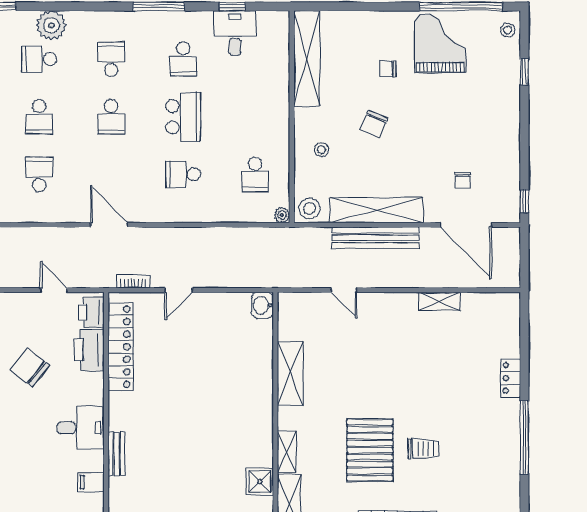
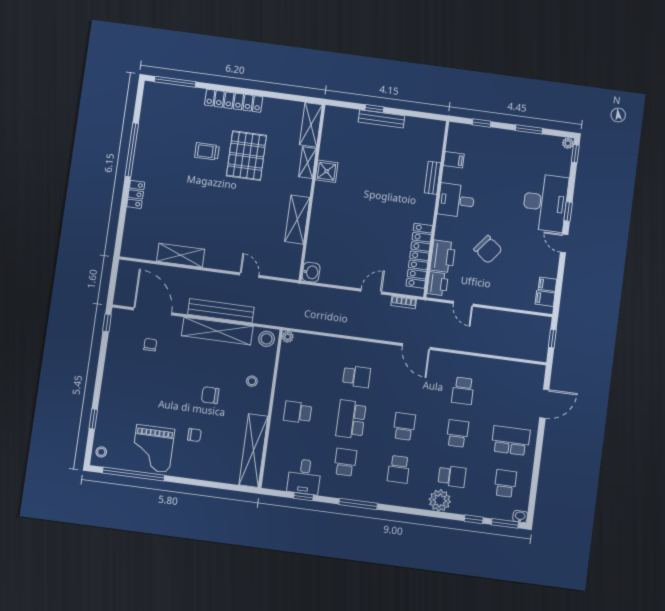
chair: (374, 124) -> (210, 395), turned -113
school desk: (255, 174) -> (298, 412), moved, turned -90
shelving: (439, 301) -> (181, 255), width x1.50, depth x1.33
shower: (260, 482) -> (327, 171), moved

